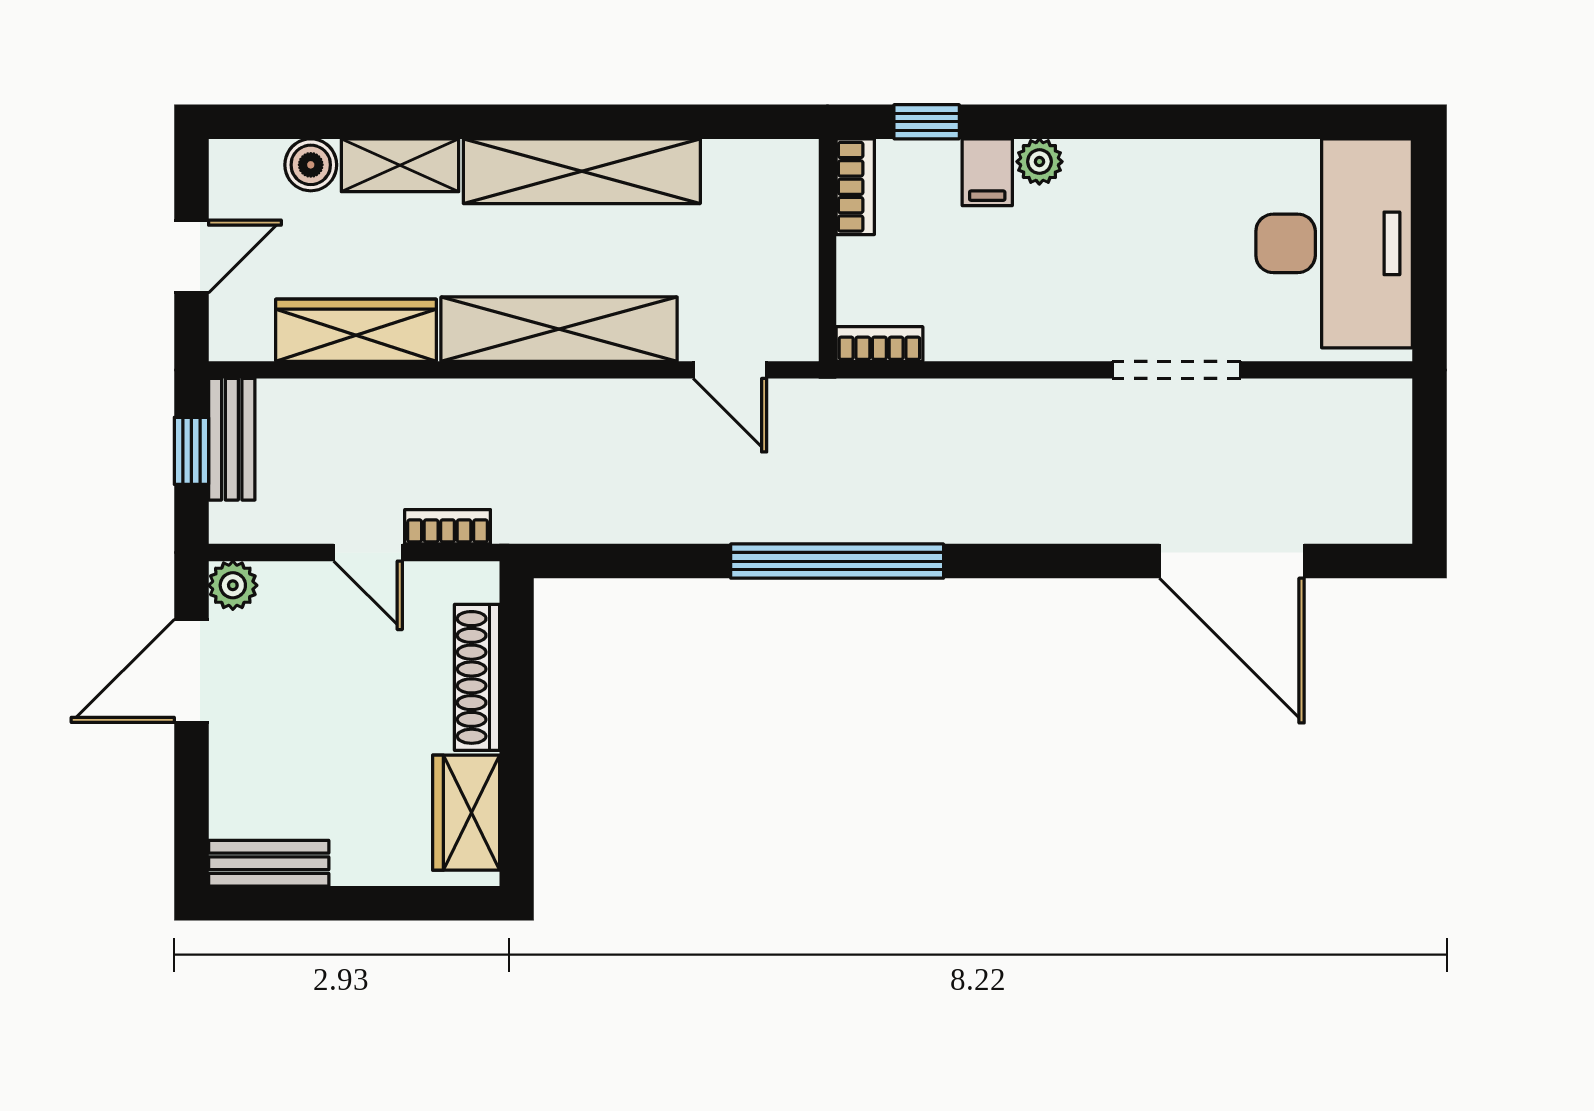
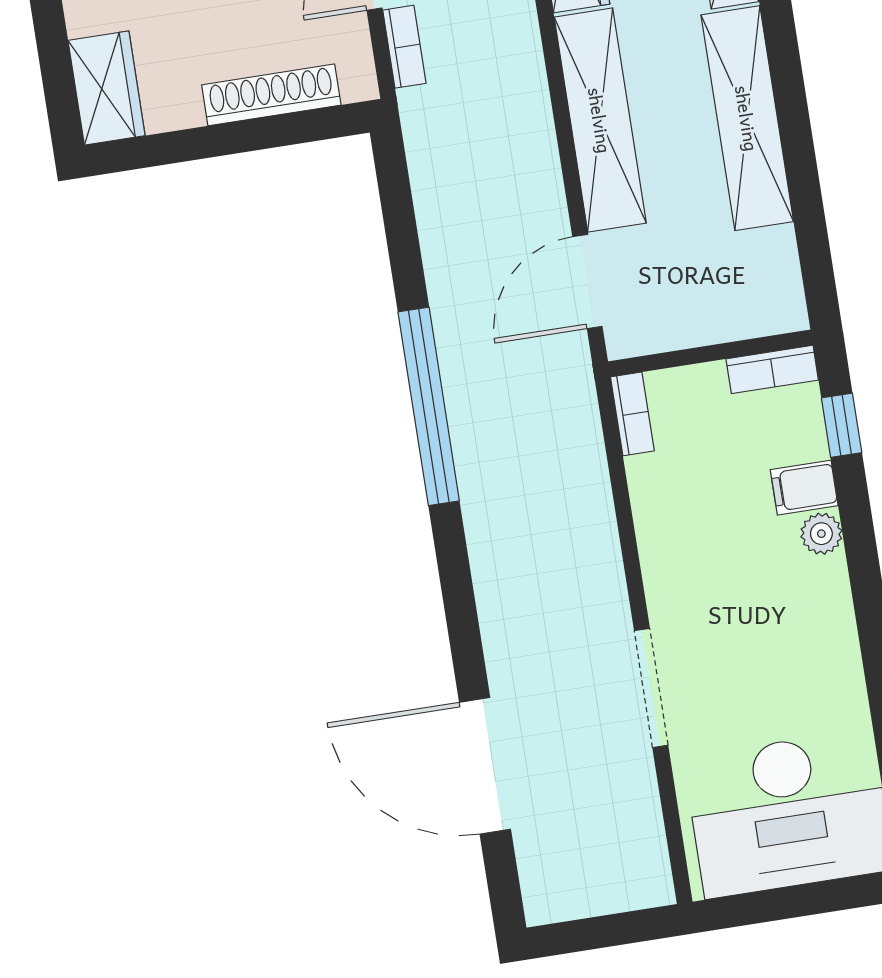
door: (730, 370) -> (587, 281), width x1.38
door: (1232, 561) -> (485, 766), hinge flipped
wardrobe: (466, 813) -> (107, 88), moved, turned 90

